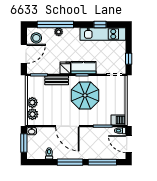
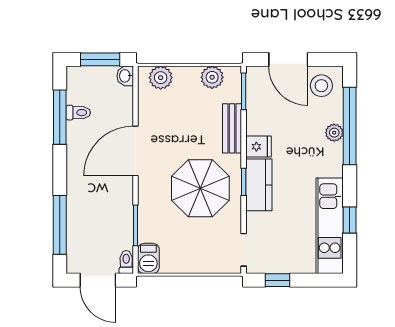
plant: (32, 103) -> (212, 77), moved
door: (129, 144) -> (98, 280), swing flipped
window: (70, 162) -> (60, 117), moved

